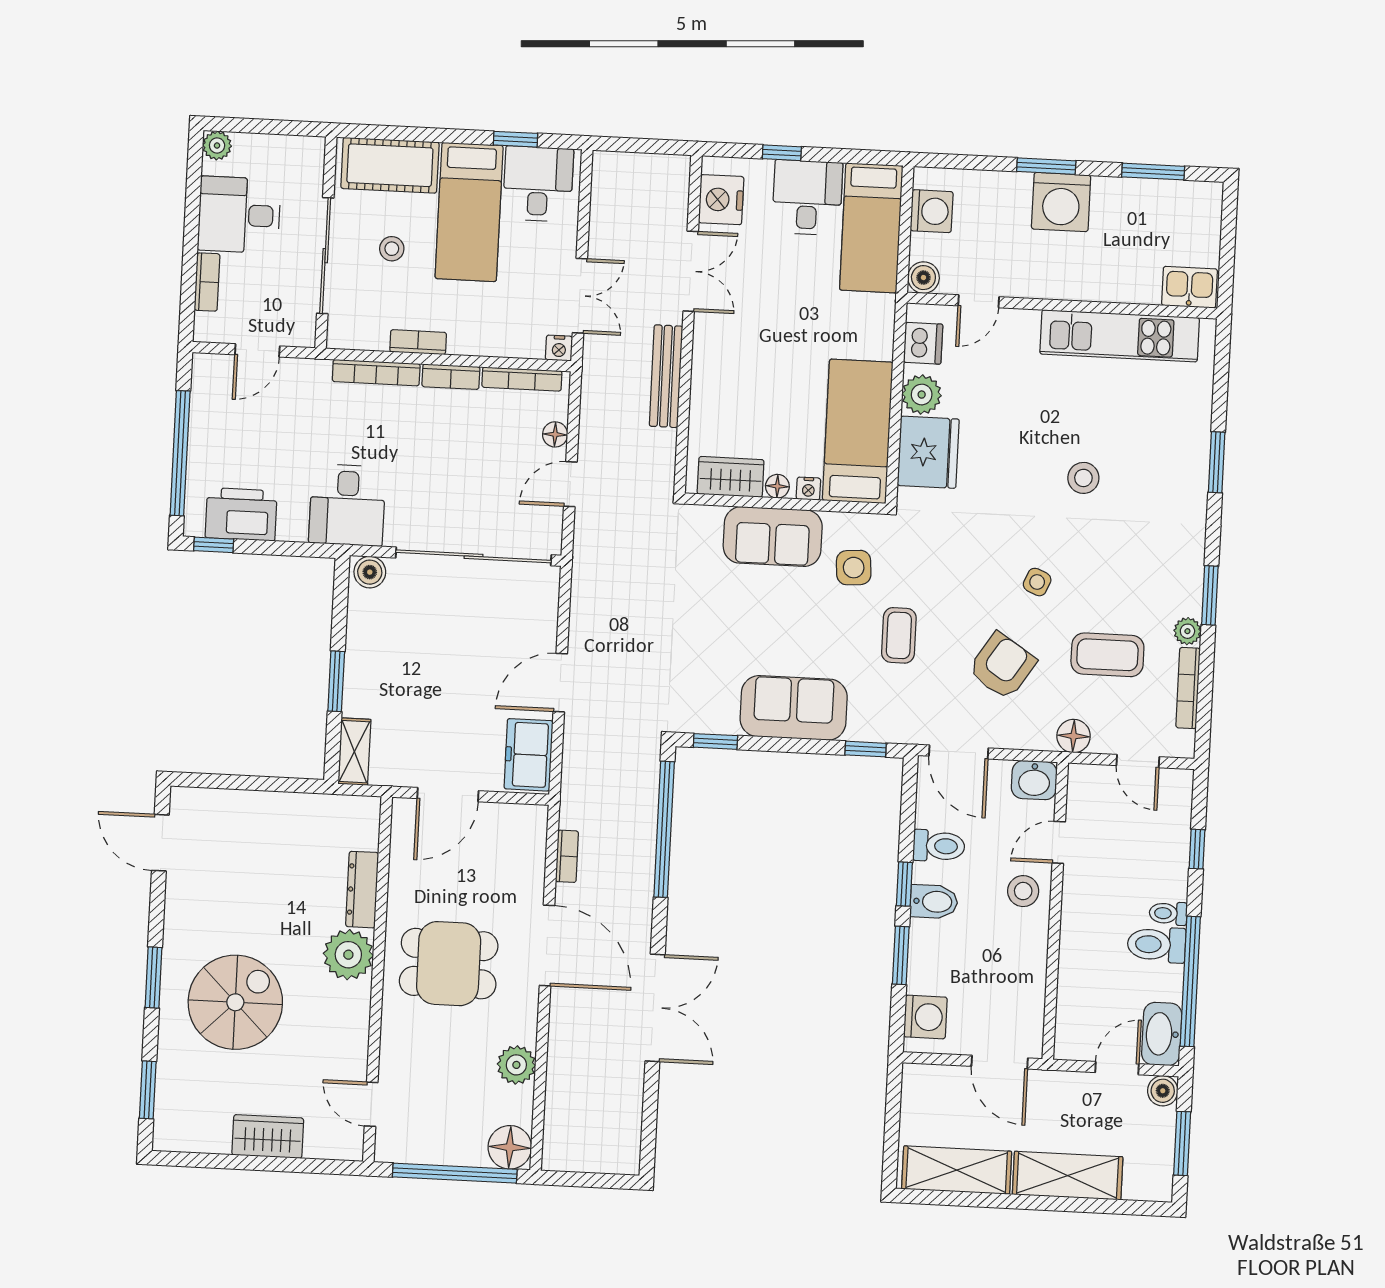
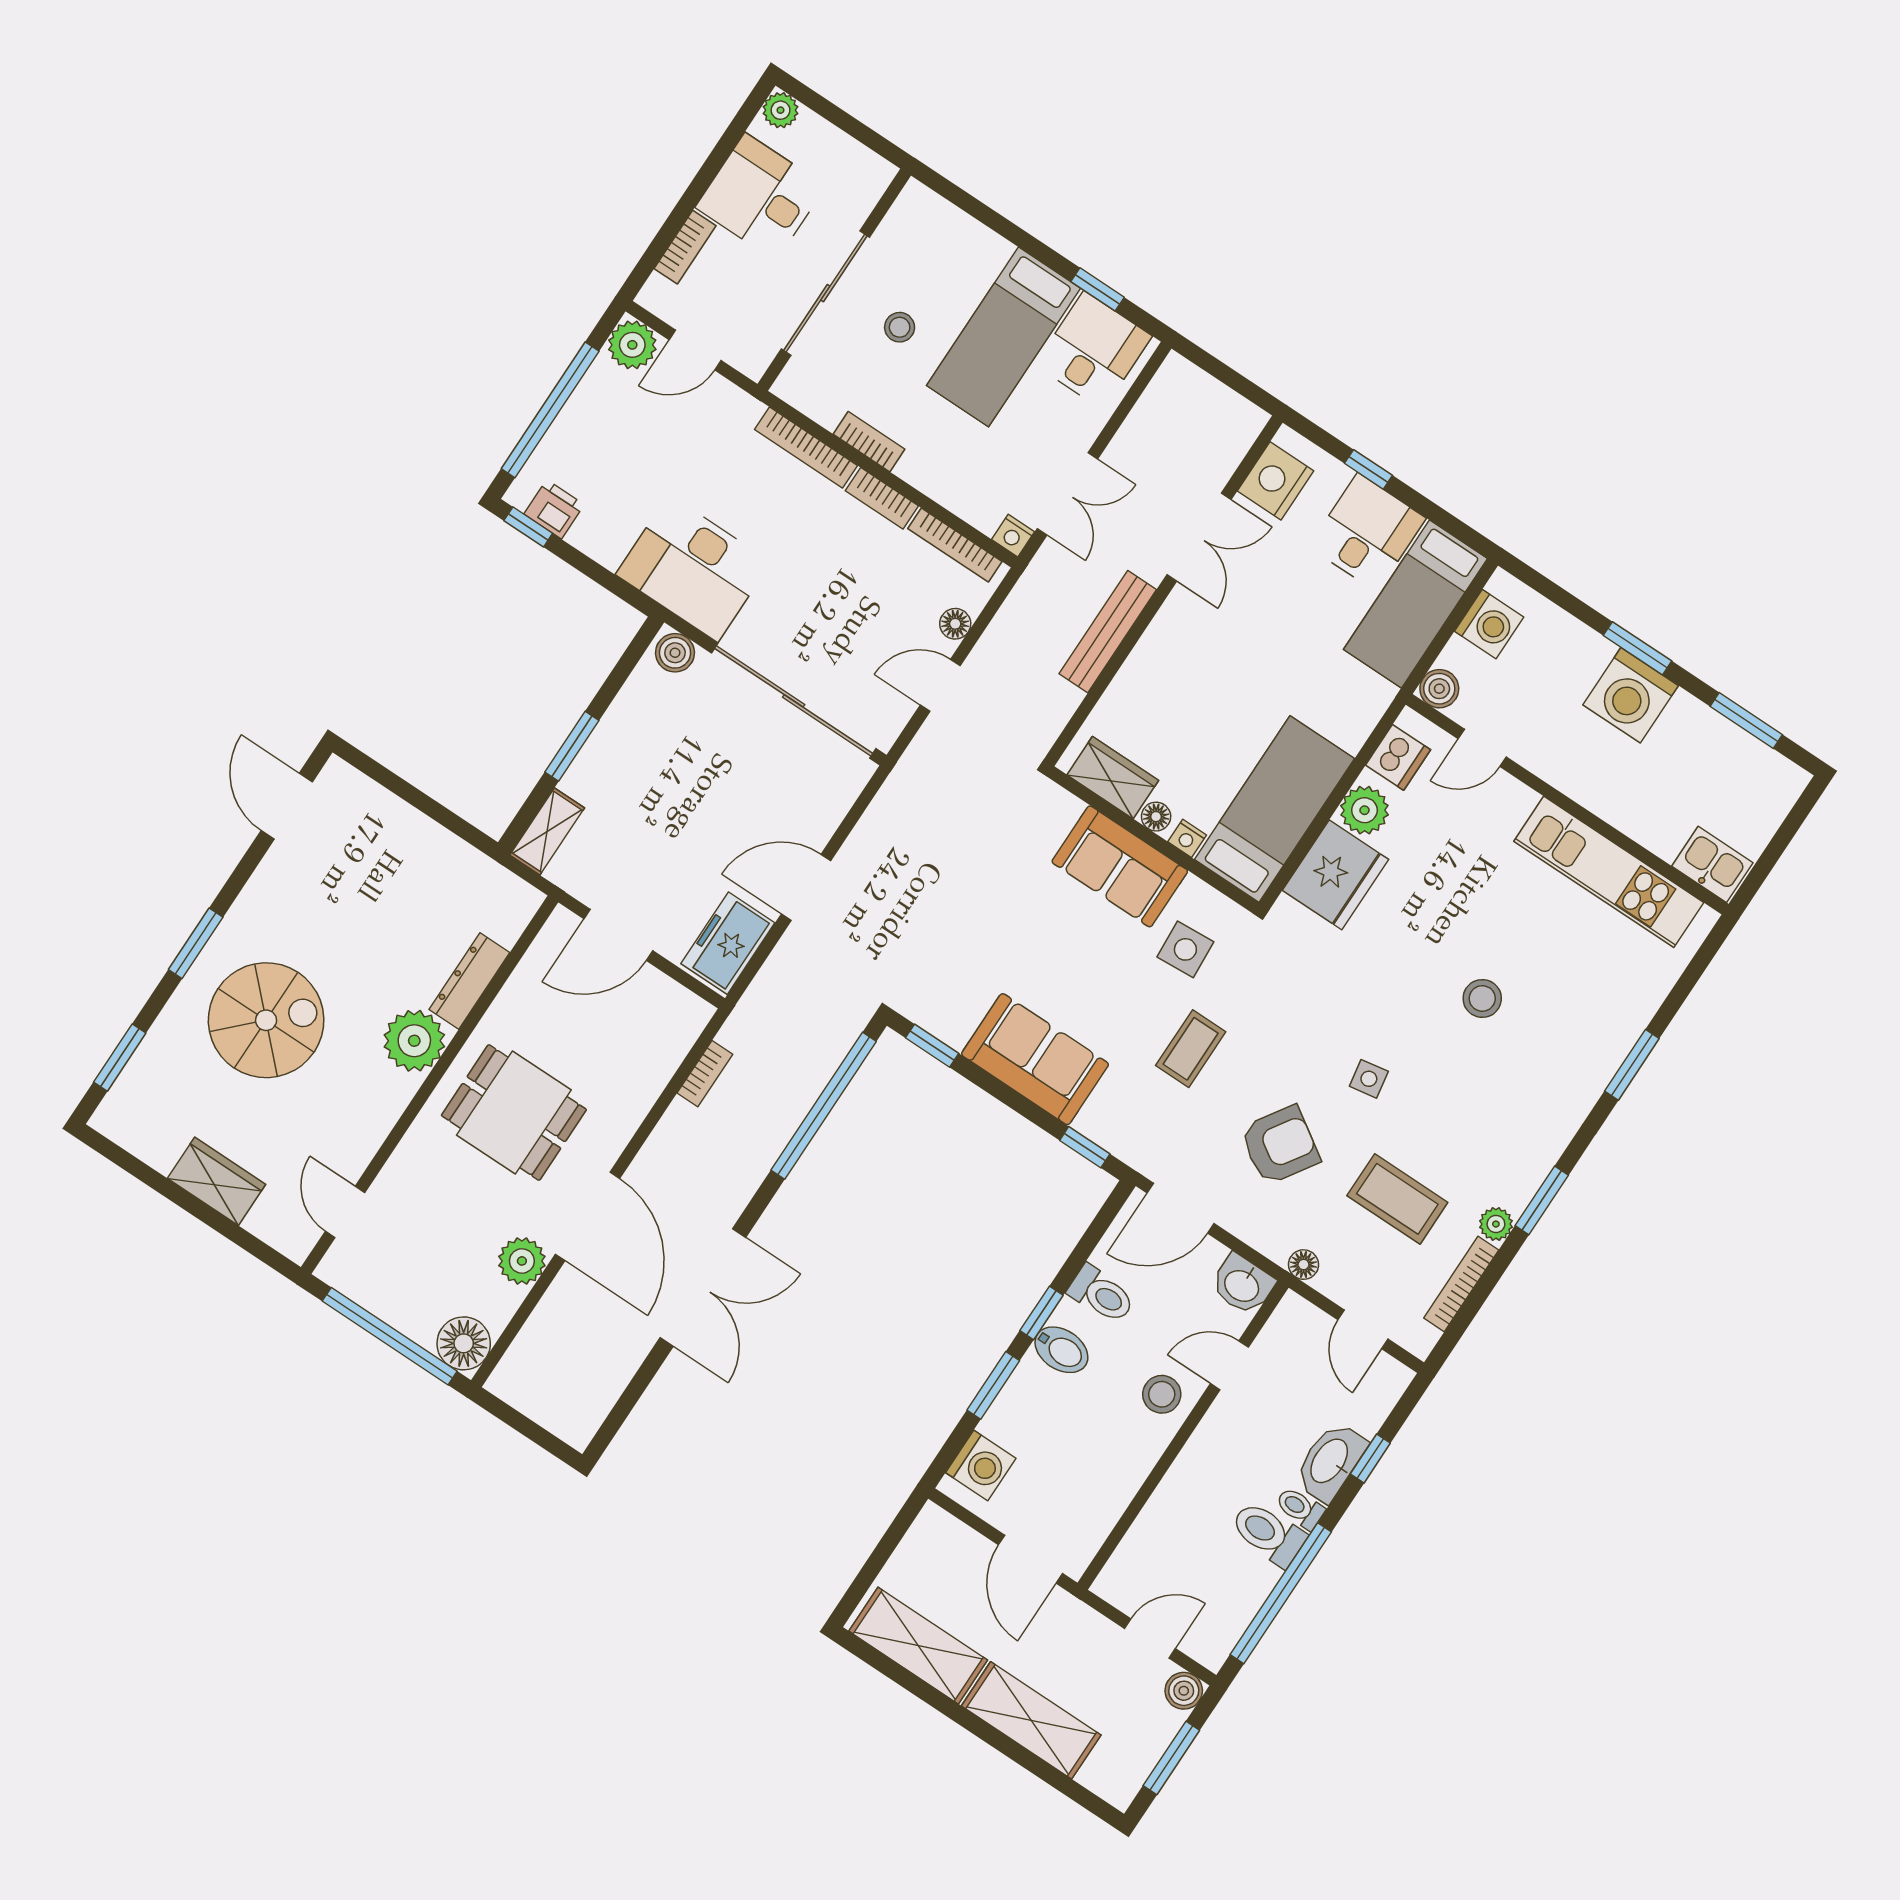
cot: (390, 165) -> (950, 239), removed
plant: (211, 373) -> (632, 345), added
desk: (347, 505) -> (693, 568), width x1.37
printer: (241, 514) -> (554, 509), width x0.53, depth x0.68
side table: (1037, 582) -> (1369, 1079), turned -33
floor lamp: (1074, 736) -> (1303, 1265), width x0.73, depth x0.73
door: (959, 752) -> (1181, 1208), hinge flipped
door: (547, 946) -> (587, 1216), moved
washbasin: (1162, 1034) -> (1330, 1462), moved

